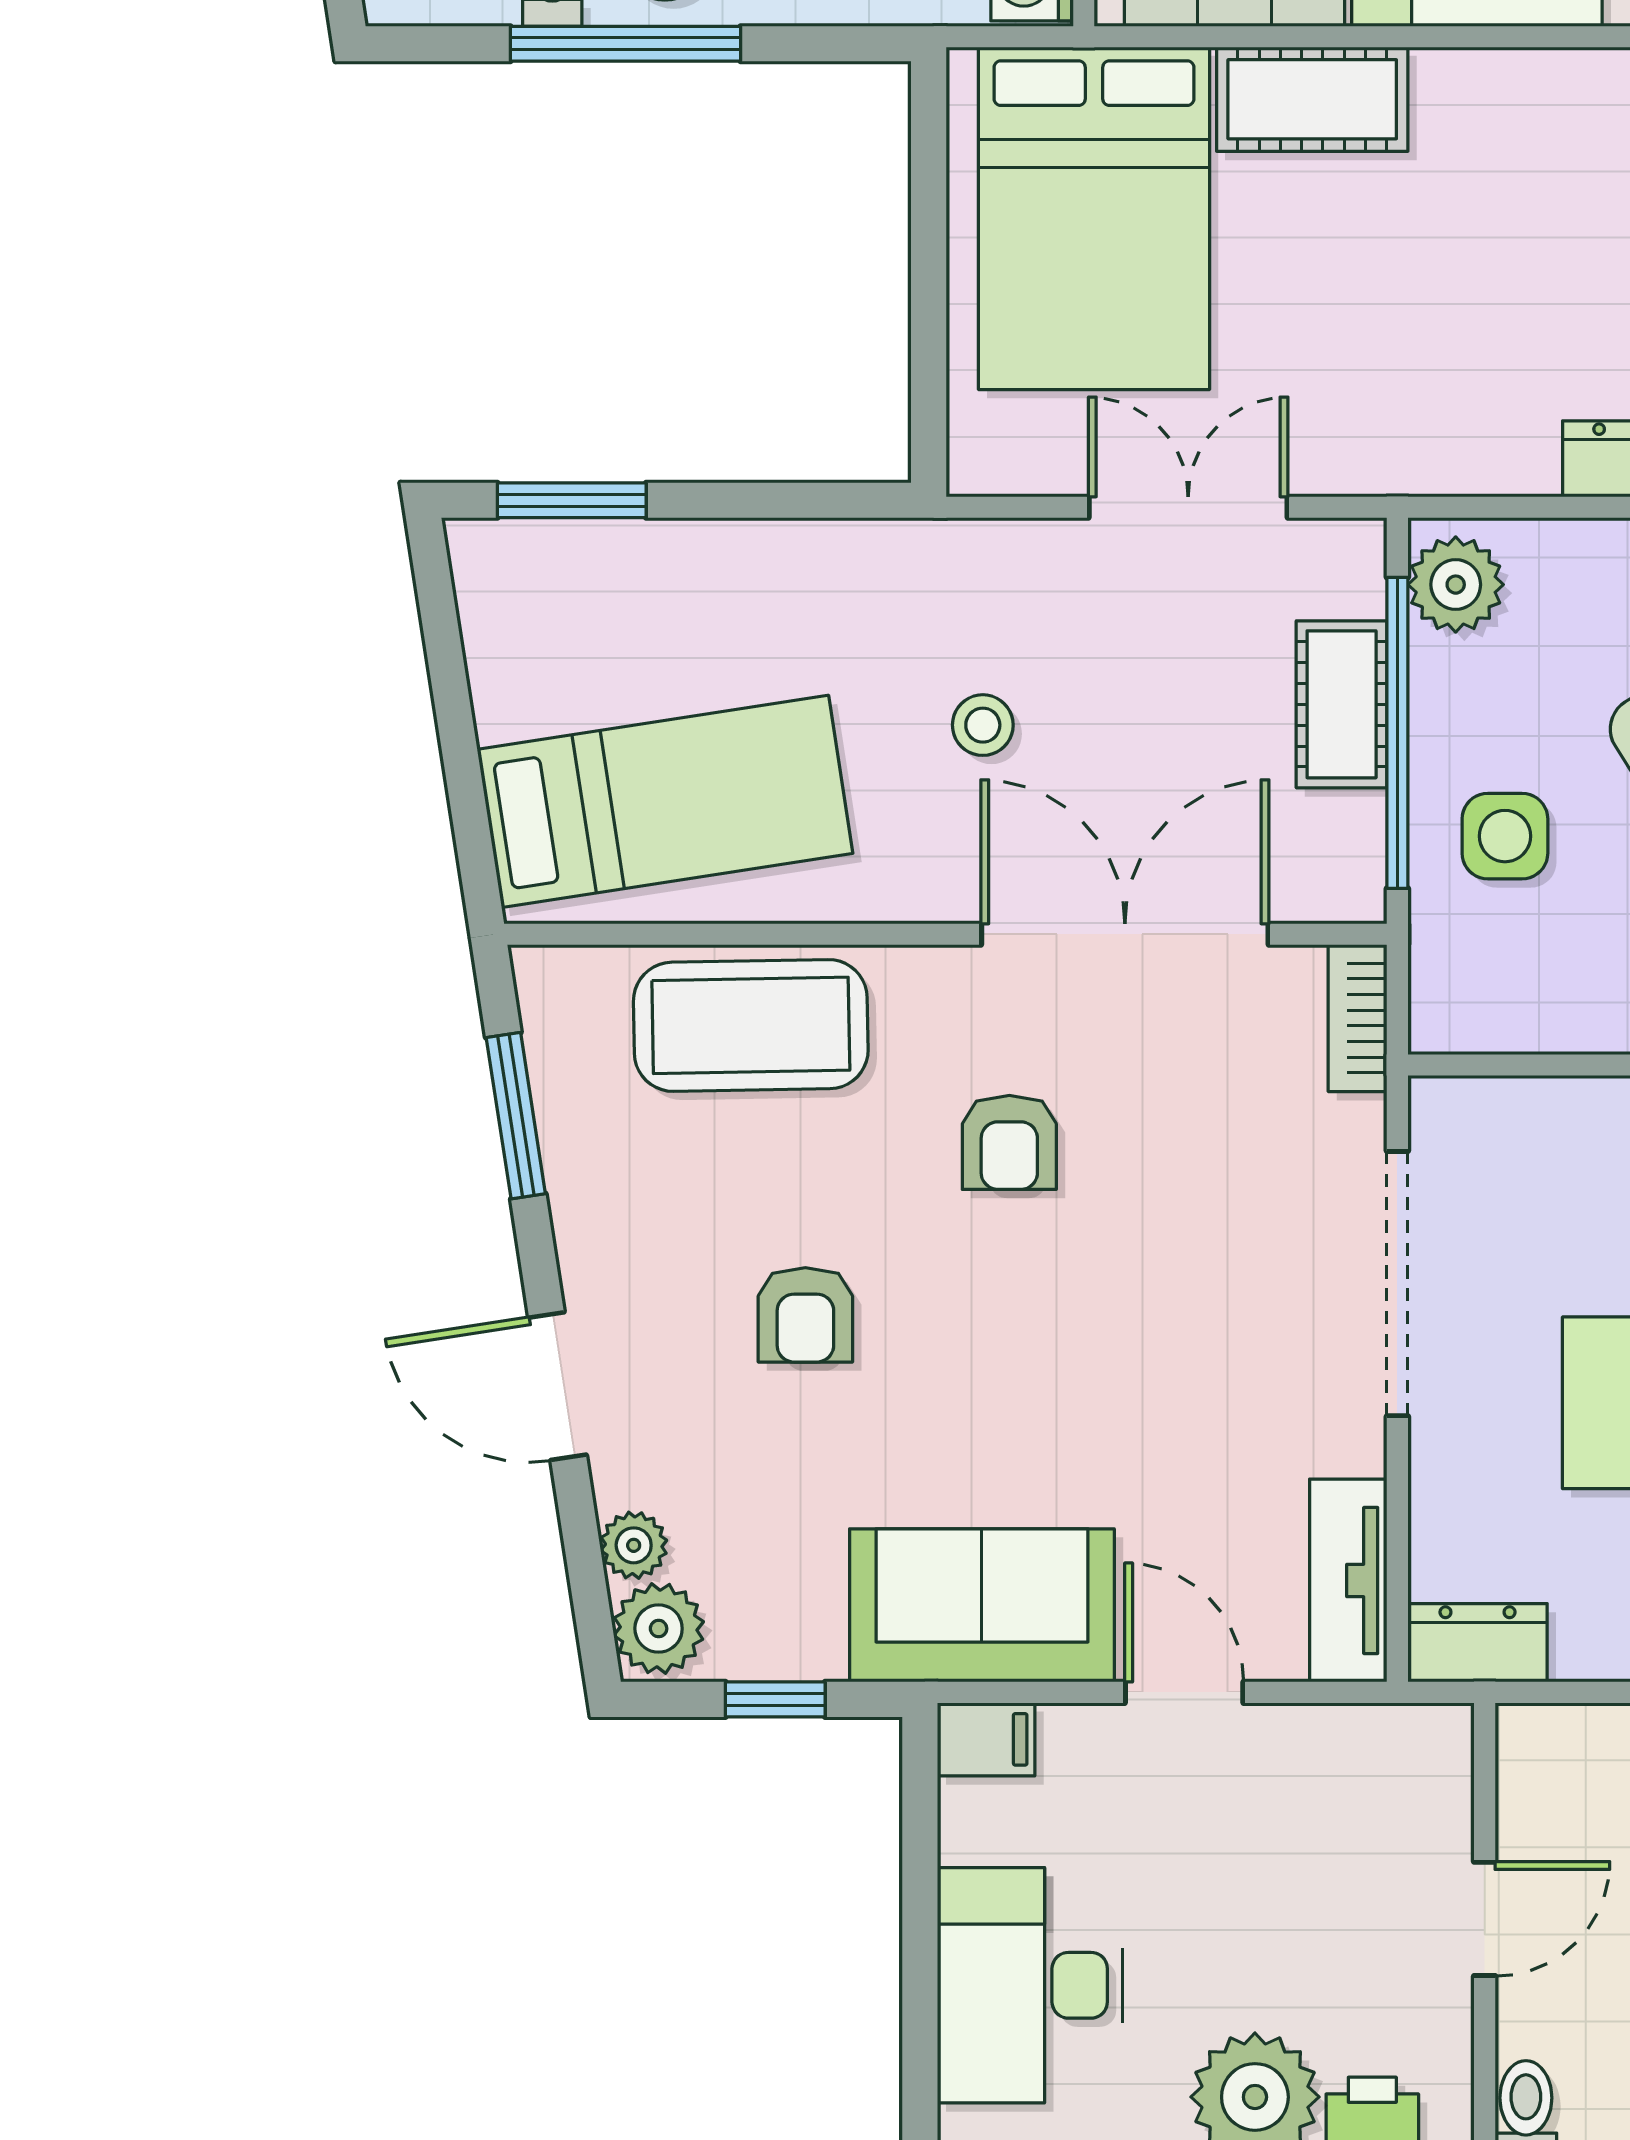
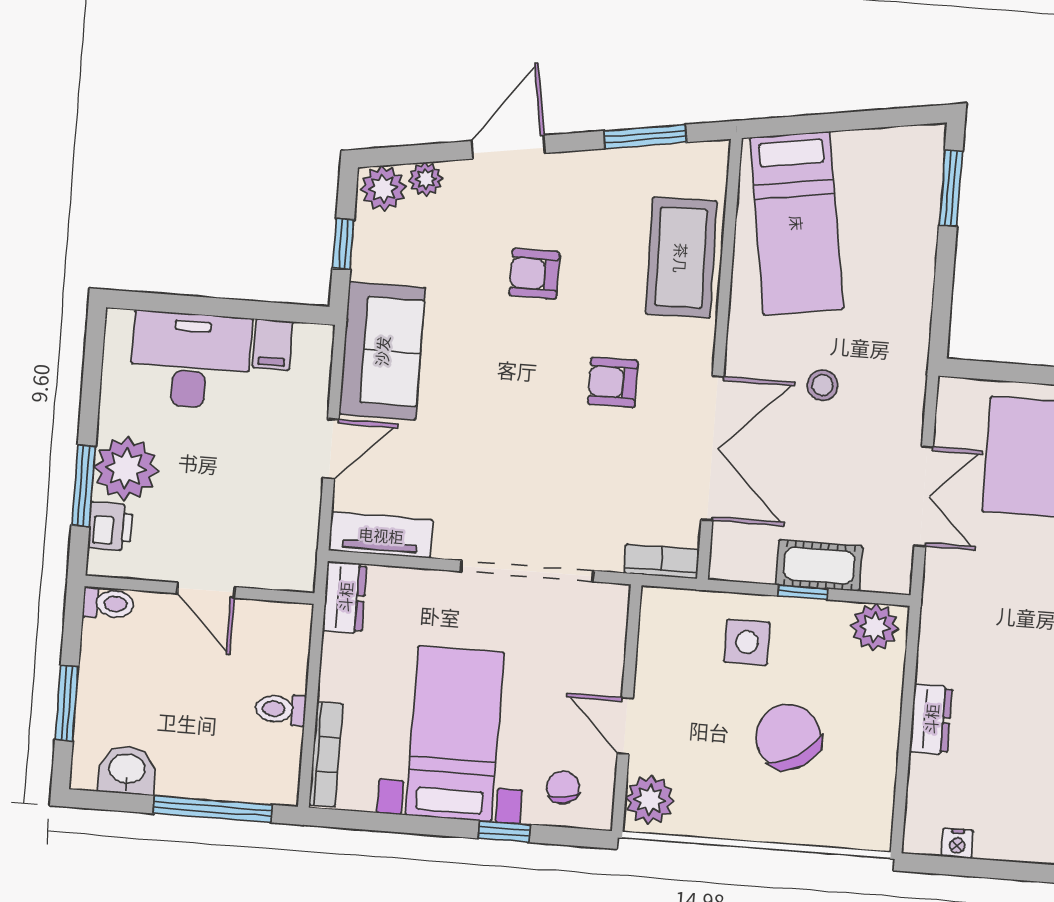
window: (1397, 733) -> (803, 592), width x0.32
filing cabinet: (986, 1739) -> (273, 345), moved

